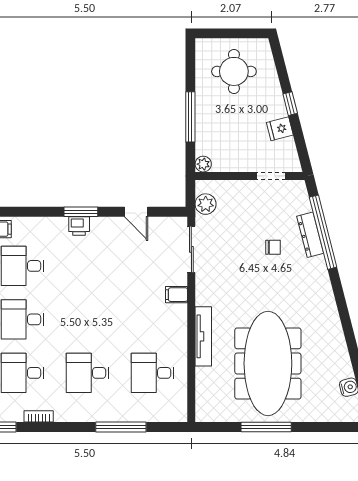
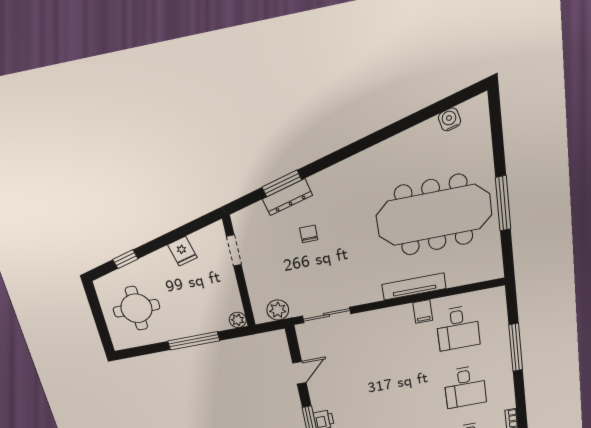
window: (290, 104) -> (125, 259), moved
window: (323, 232) -> (282, 183), width x0.47
filing cabinet: (177, 295) -> (423, 312), moved

